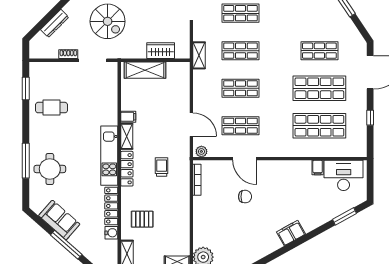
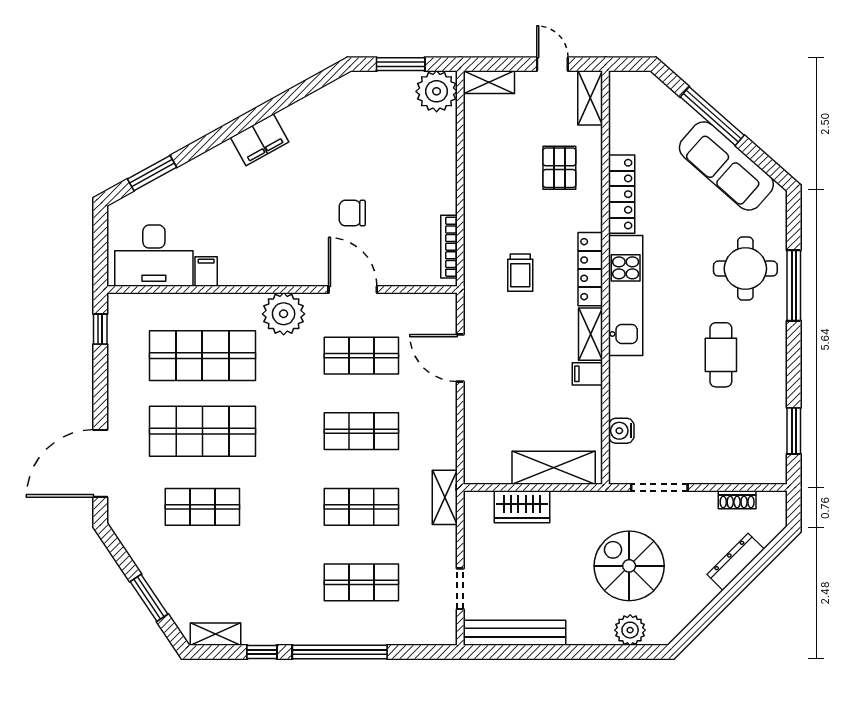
shoe rack: (68, 54) -> (737, 500), moved
cafe table: (51, 108) -> (721, 355), moved, turned 90
window: (370, 118) -> (100, 329), moved
plant: (201, 151) -> (284, 314), moved, width x1.87, depth x1.87
pallet: (142, 219) -> (559, 168), turned 90
sofa: (59, 220) -> (726, 166), width x1.36
water cooler: (111, 233) -> (621, 431), moved

